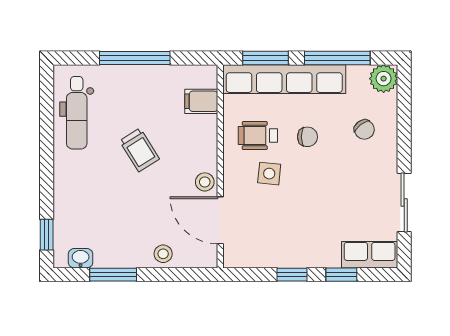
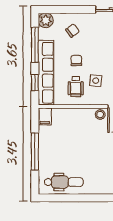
window: (266, 58) -> (35, 83), width x0.67
filing cabinet: (201, 101) -> (45, 116), moved
trolley: (139, 150) -> (83, 149), removed

